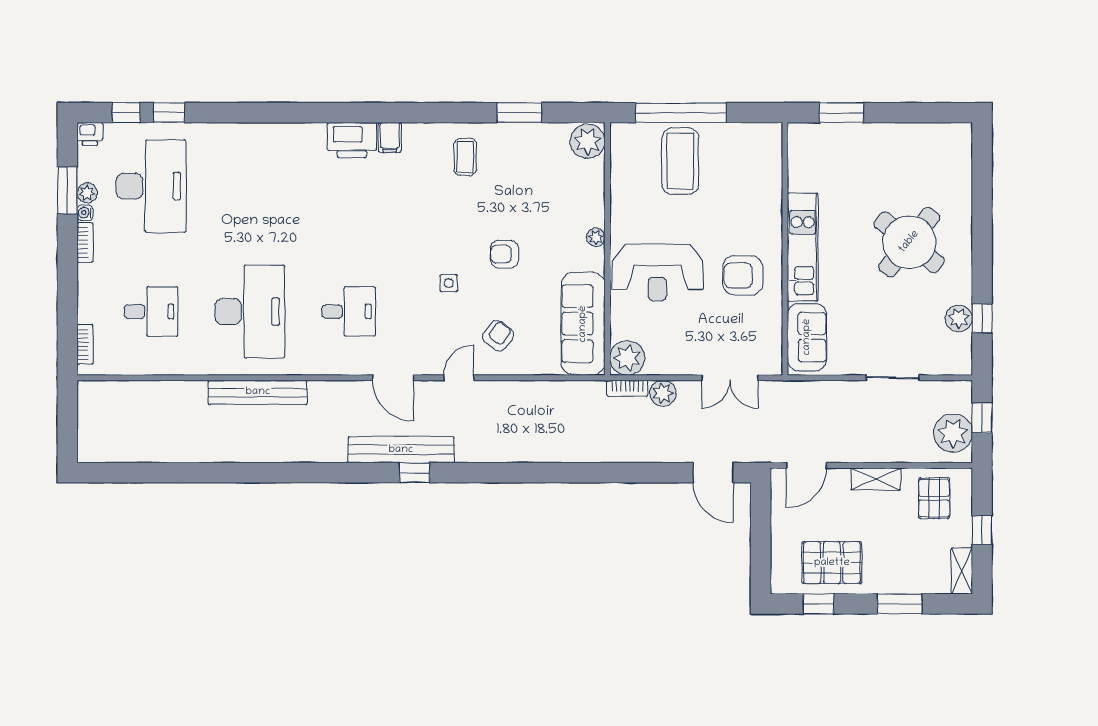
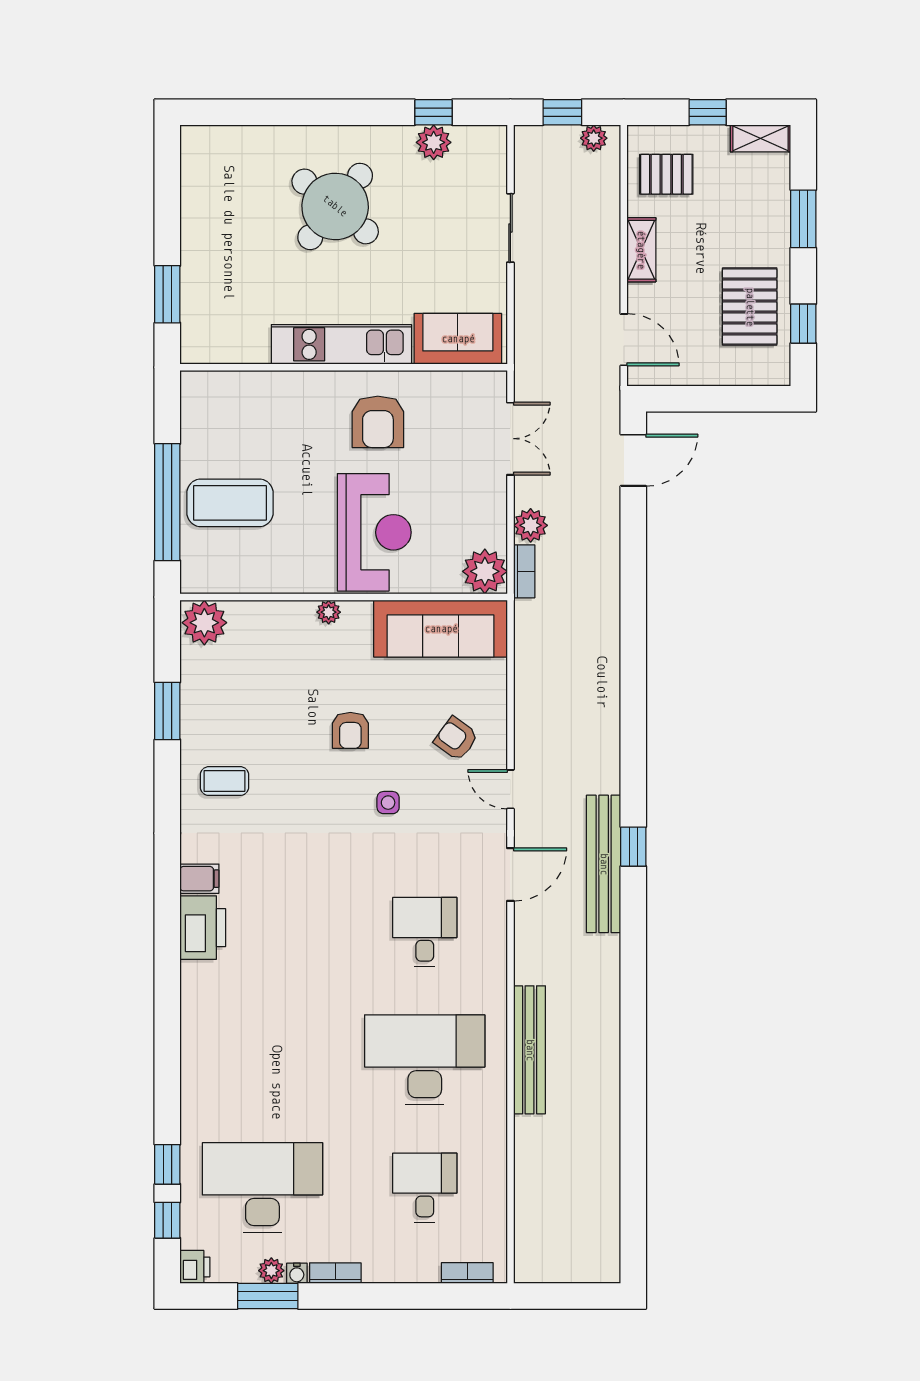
plant: (953, 433) -> (594, 138), width x0.53, depth x0.53

